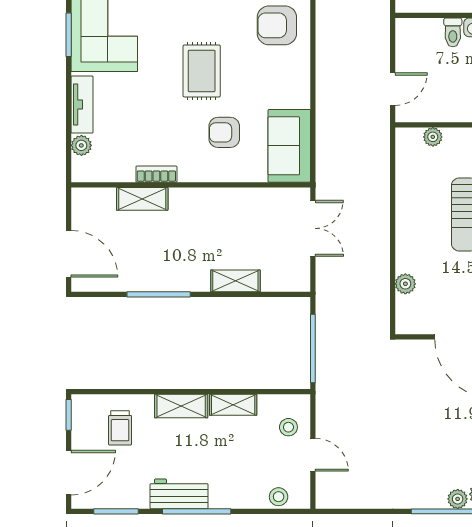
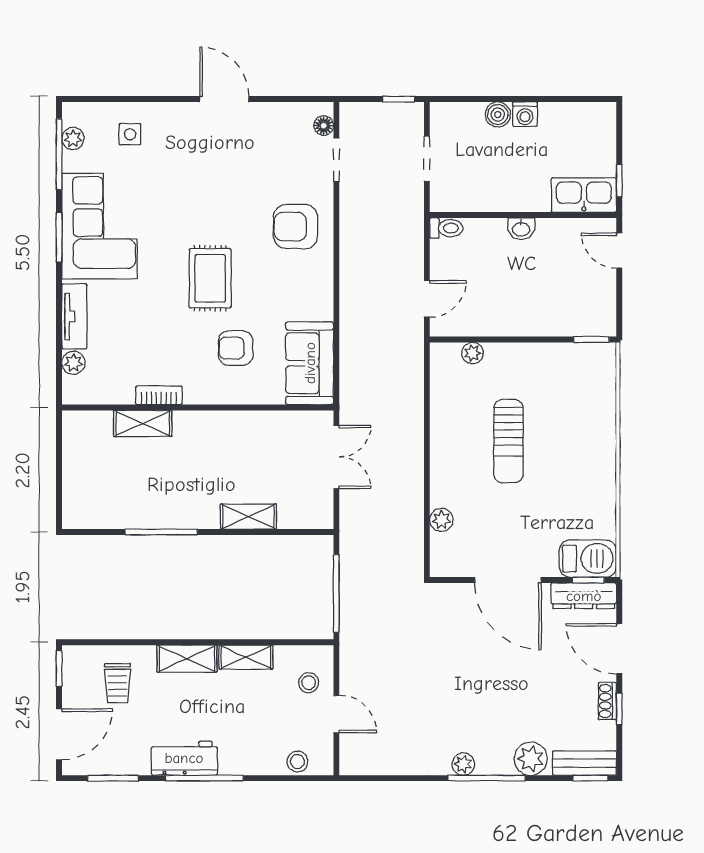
toilet: (453, 32) -> (446, 228), moved, turned -90
door: (69, 254) -> (59, 486), removed
plant: (458, 499) -> (463, 764), moved

